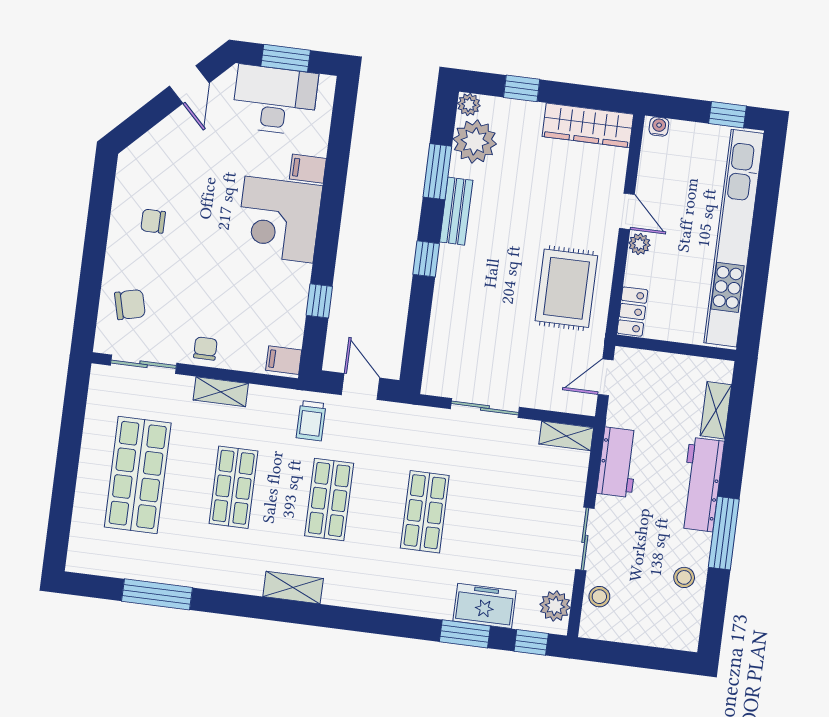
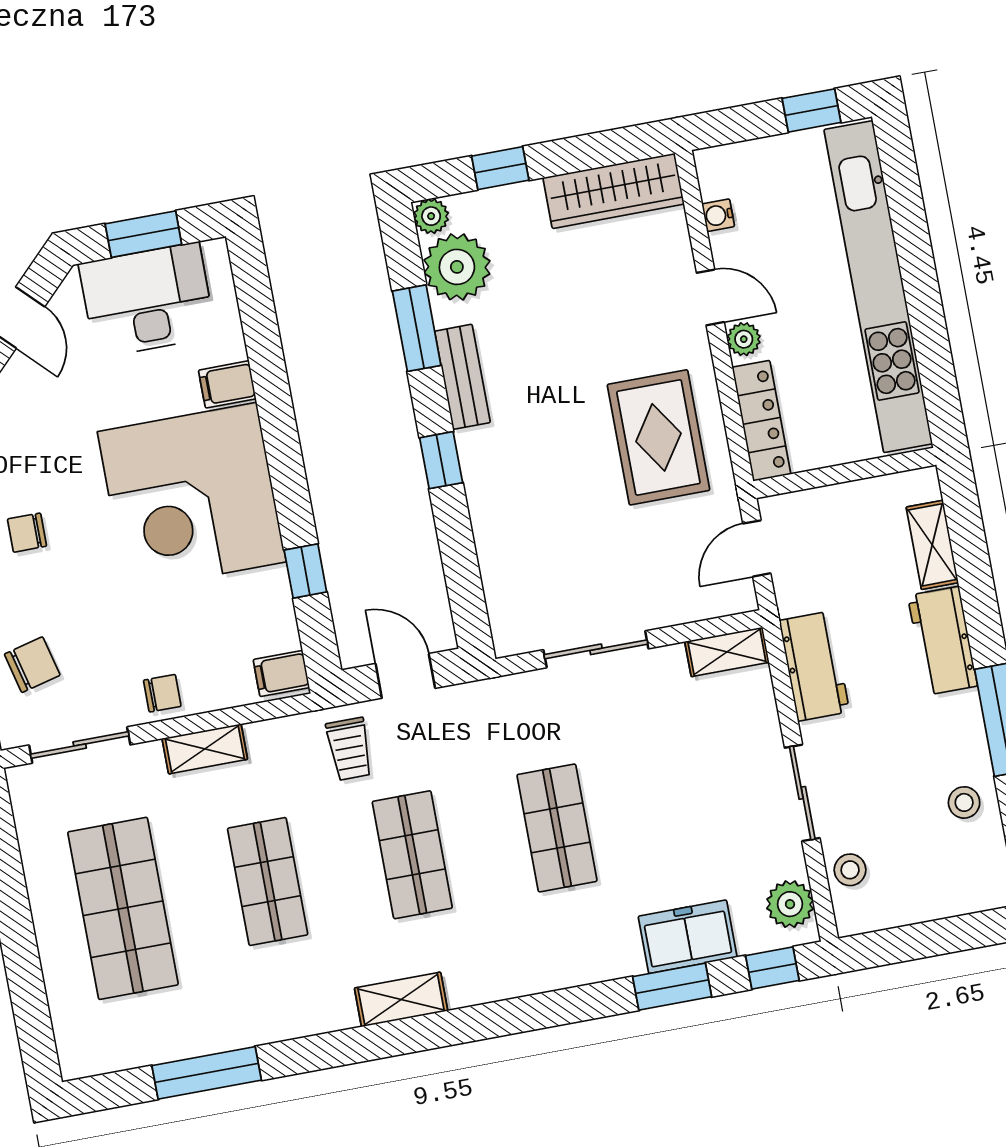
water cooler: (659, 127) -> (718, 215), moved, turned -90
corner desk: (279, 220) -> (192, 497), width x1.36, depth x1.36
locker: (632, 312) -> (761, 421), width x1.53
chair: (205, 349) -> (162, 693), turned 90
workbench: (701, 485) -> (943, 641), width x0.73

